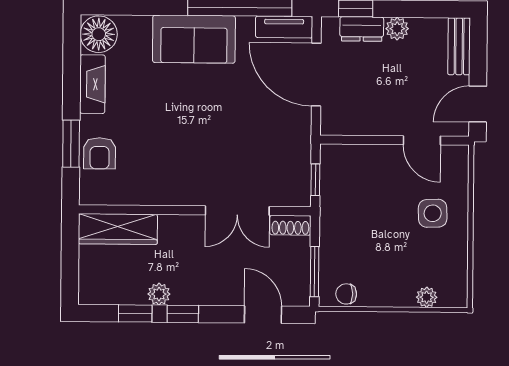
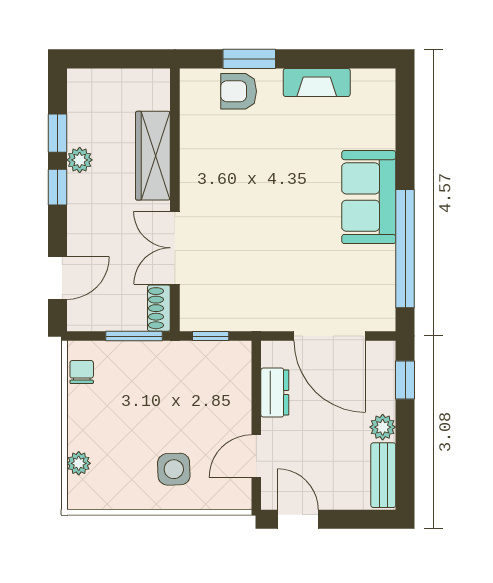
tv unit: (284, 27) -> (383, 299), removed
dresser: (362, 29) -> (275, 392), moved, turned 180
floor lamp: (99, 34) -> (373, 89), removed
bench: (459, 46) -> (383, 475), moved, turned 90
door: (316, 75) -> (330, 336), swing flipped
wardrobe: (118, 229) -> (153, 156), moved
window: (315, 272) -> (134, 336), moved

